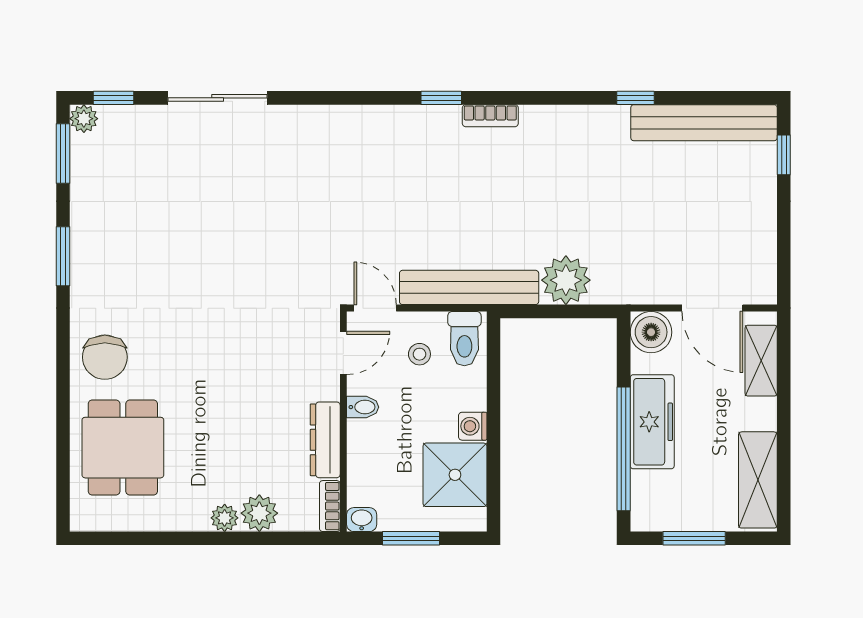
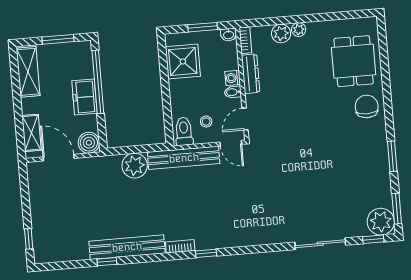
plant: (84, 119) -> (381, 222), width x1.87, depth x1.87
bench: (704, 123) -> (127, 247), moved
freezer: (652, 422) -> (84, 97), width x0.71
washing machine: (473, 426) -> (233, 78), moved, turned 180

